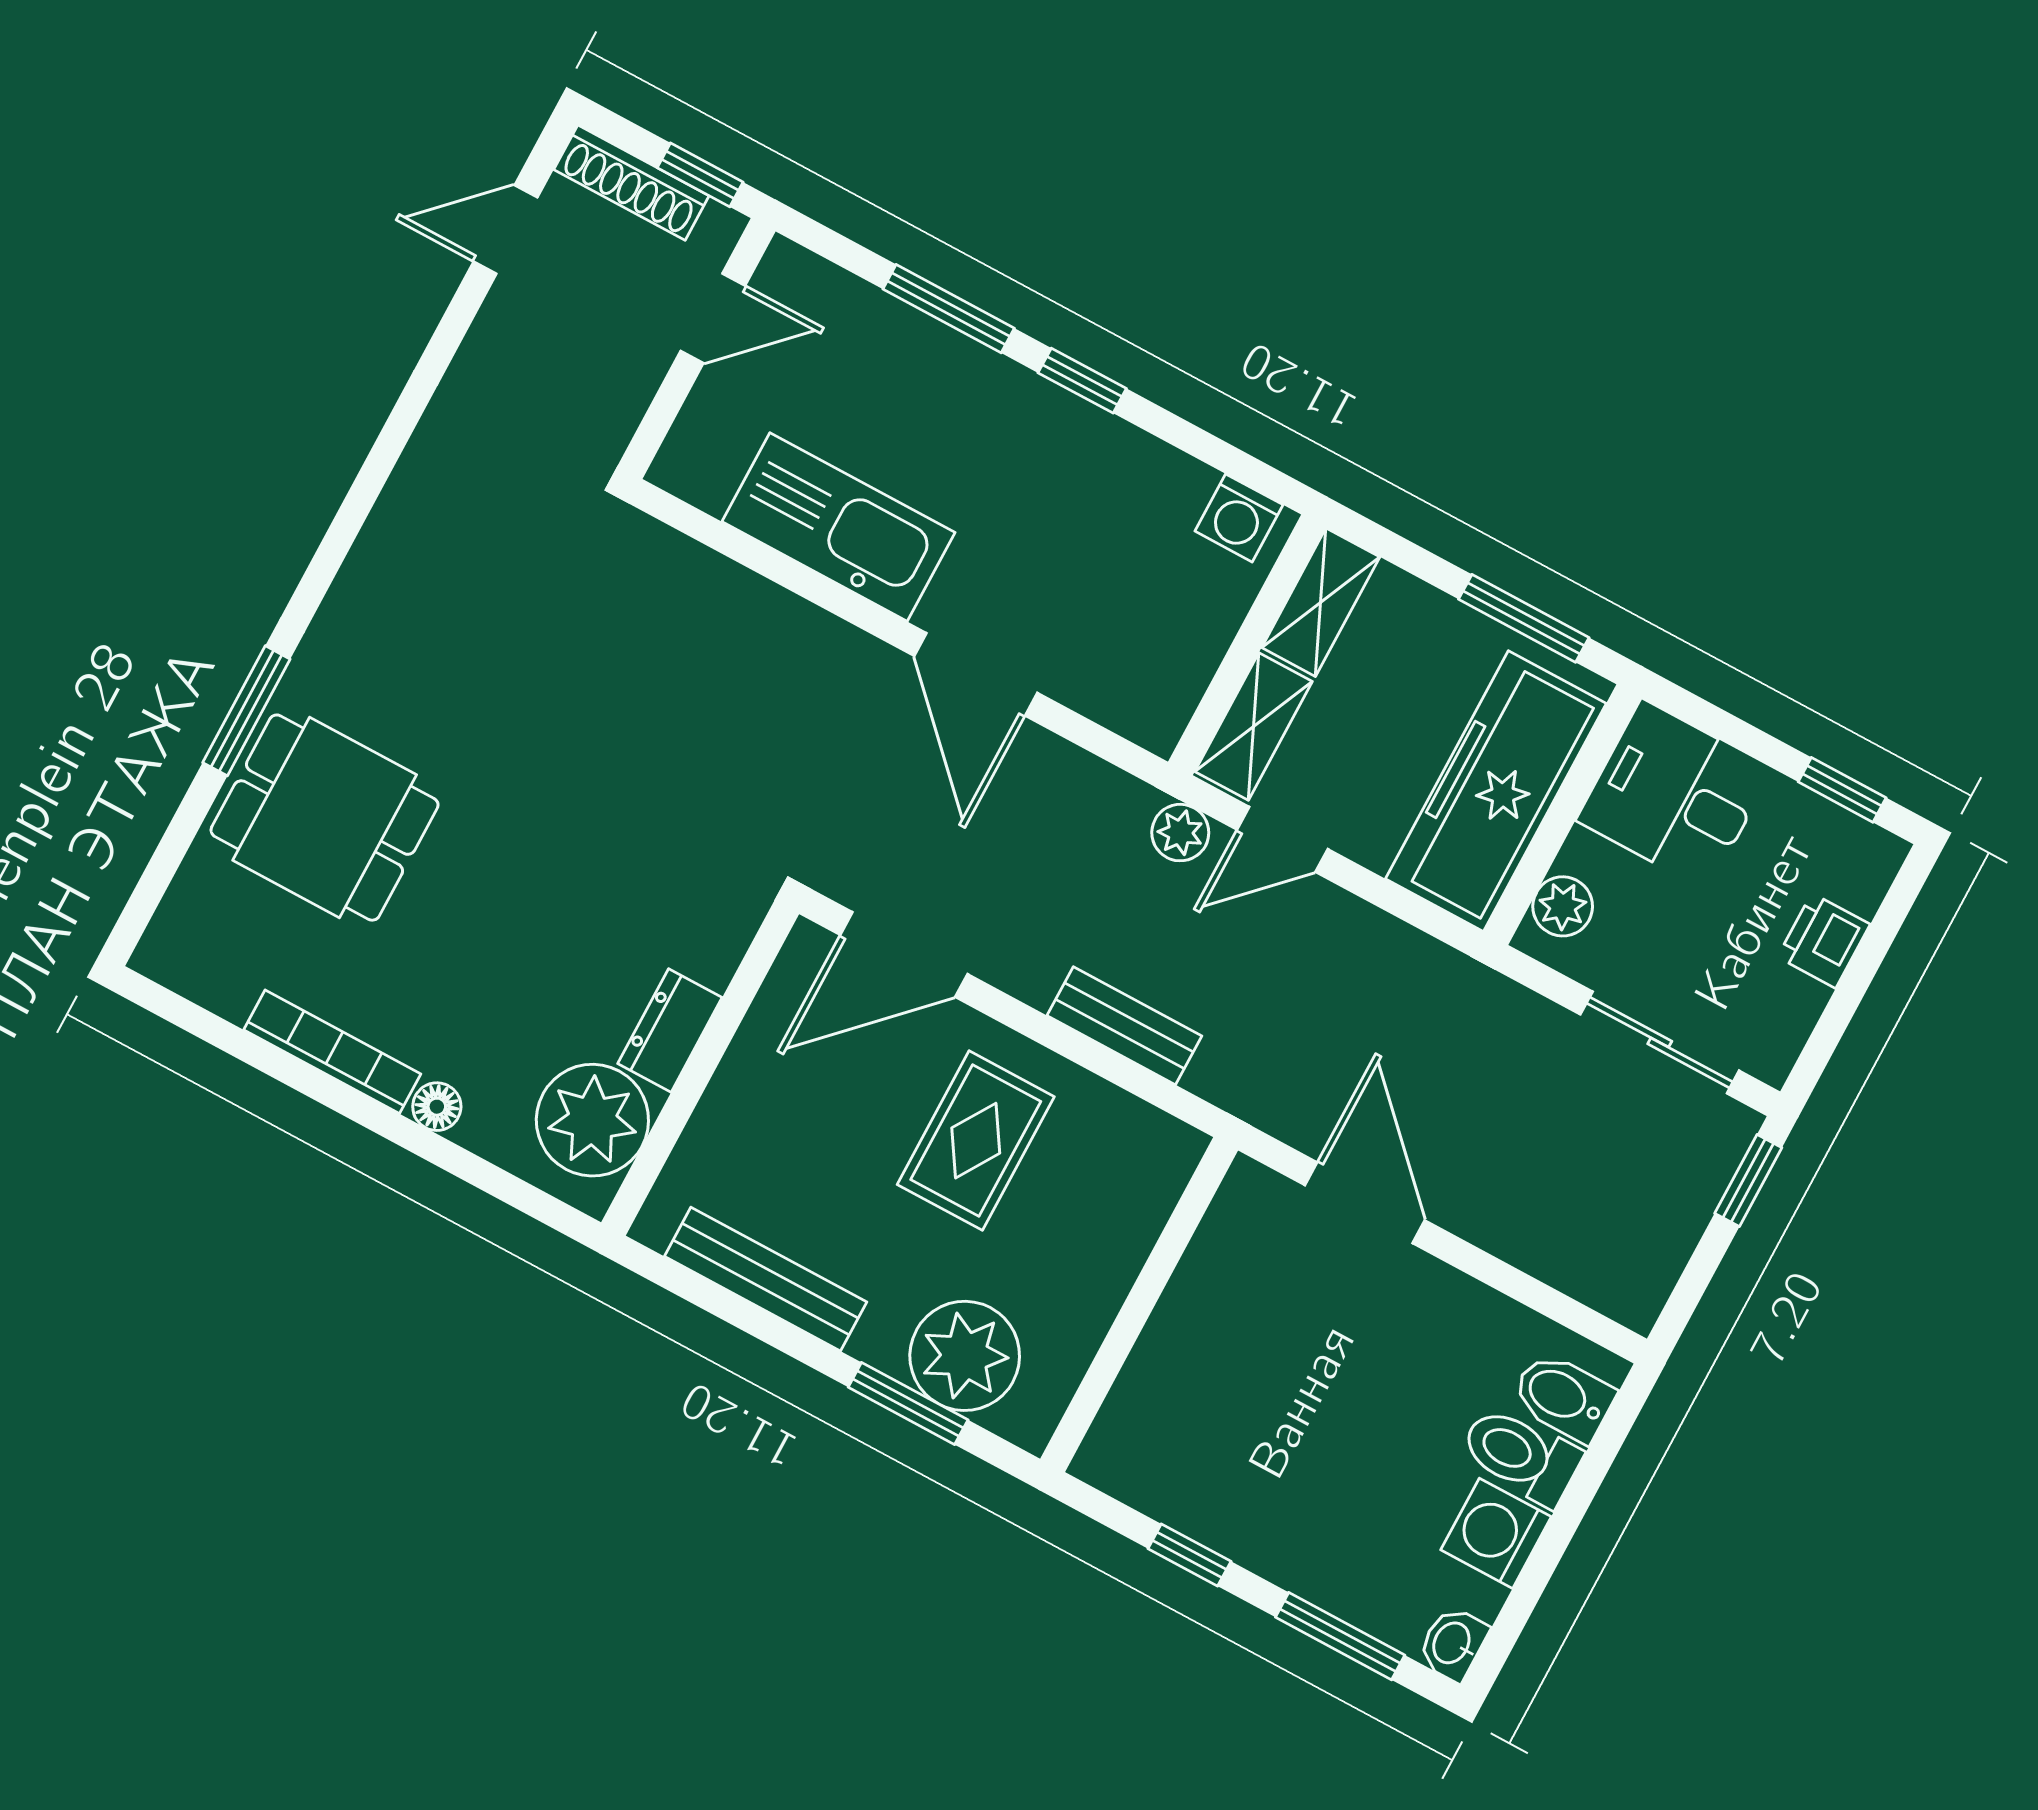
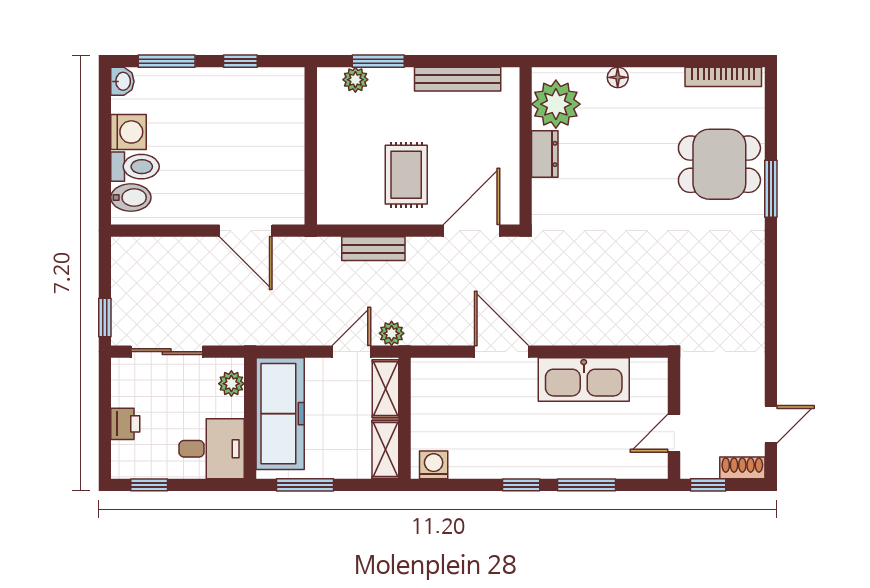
shoe rack: (631, 183) -> (742, 468), width x0.70
bookcase: (332, 1052) -> (723, 77), moved
plant: (965, 1356) -> (355, 80), width x0.53, depth x0.53

